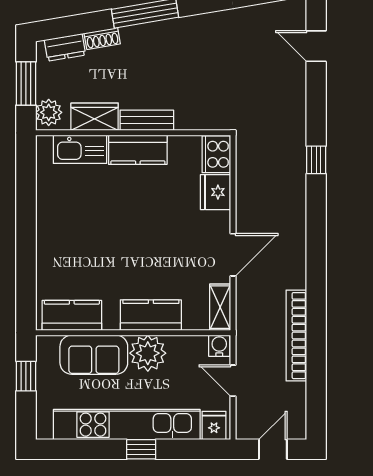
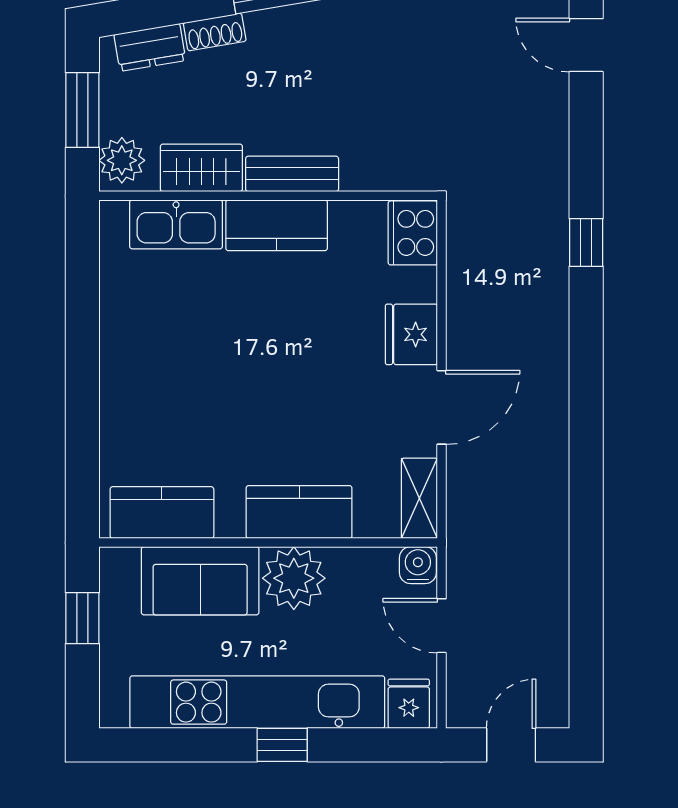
fridge: (216, 192) -> (411, 334), moved
bookcase: (296, 336) -> (552, 548), removed

